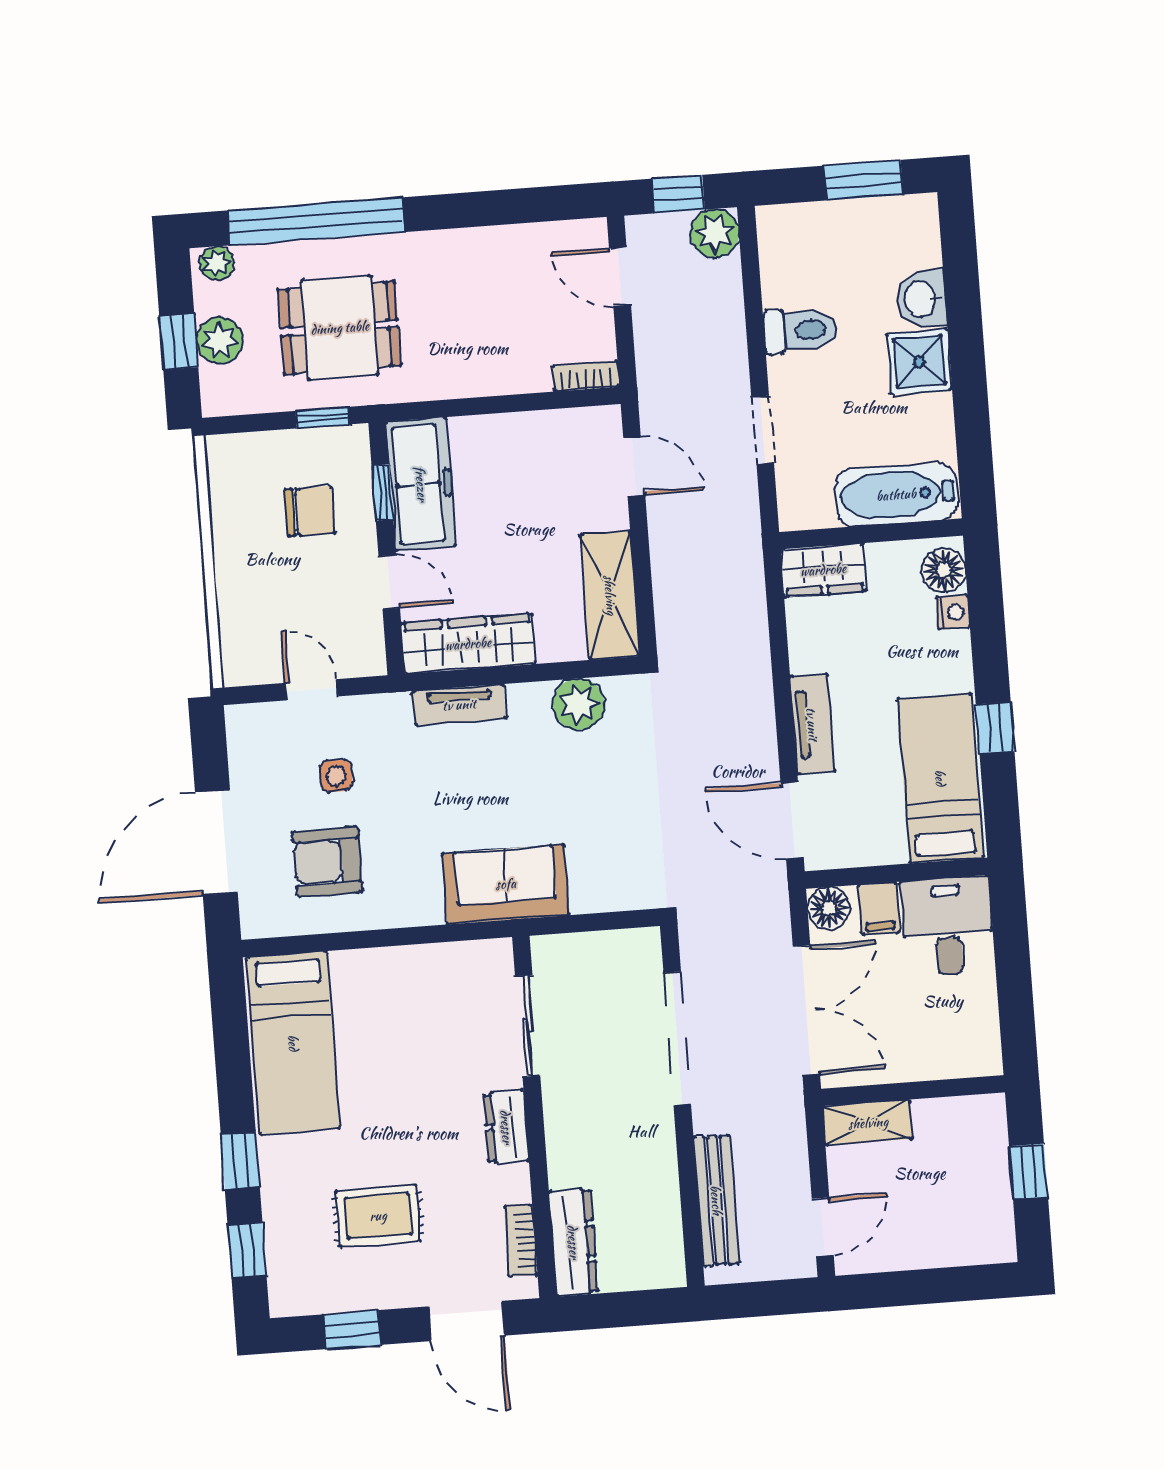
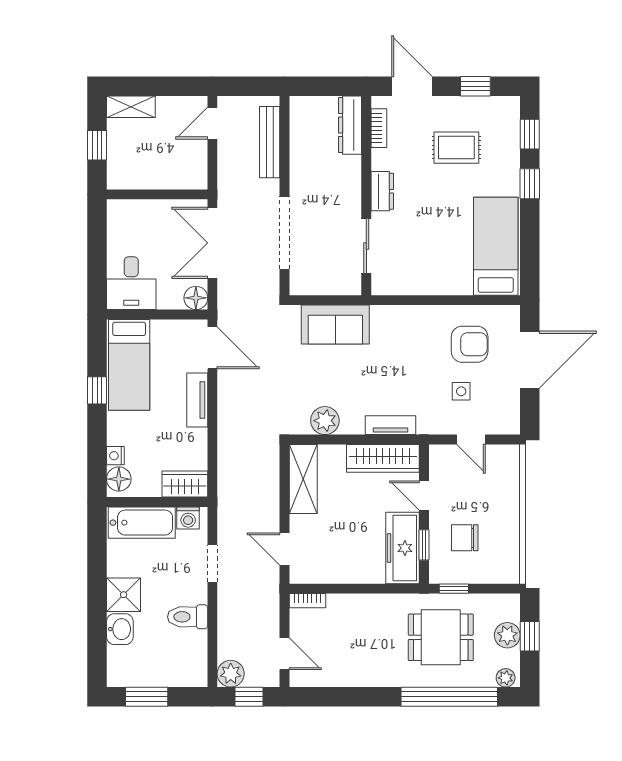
washing machine: (813, 509) -> (188, 518), added
sofa: (506, 884) -> (335, 325), moved
filing cabinet: (879, 909) -> (168, 296), removed
shelving: (868, 1123) -> (131, 107), moved

